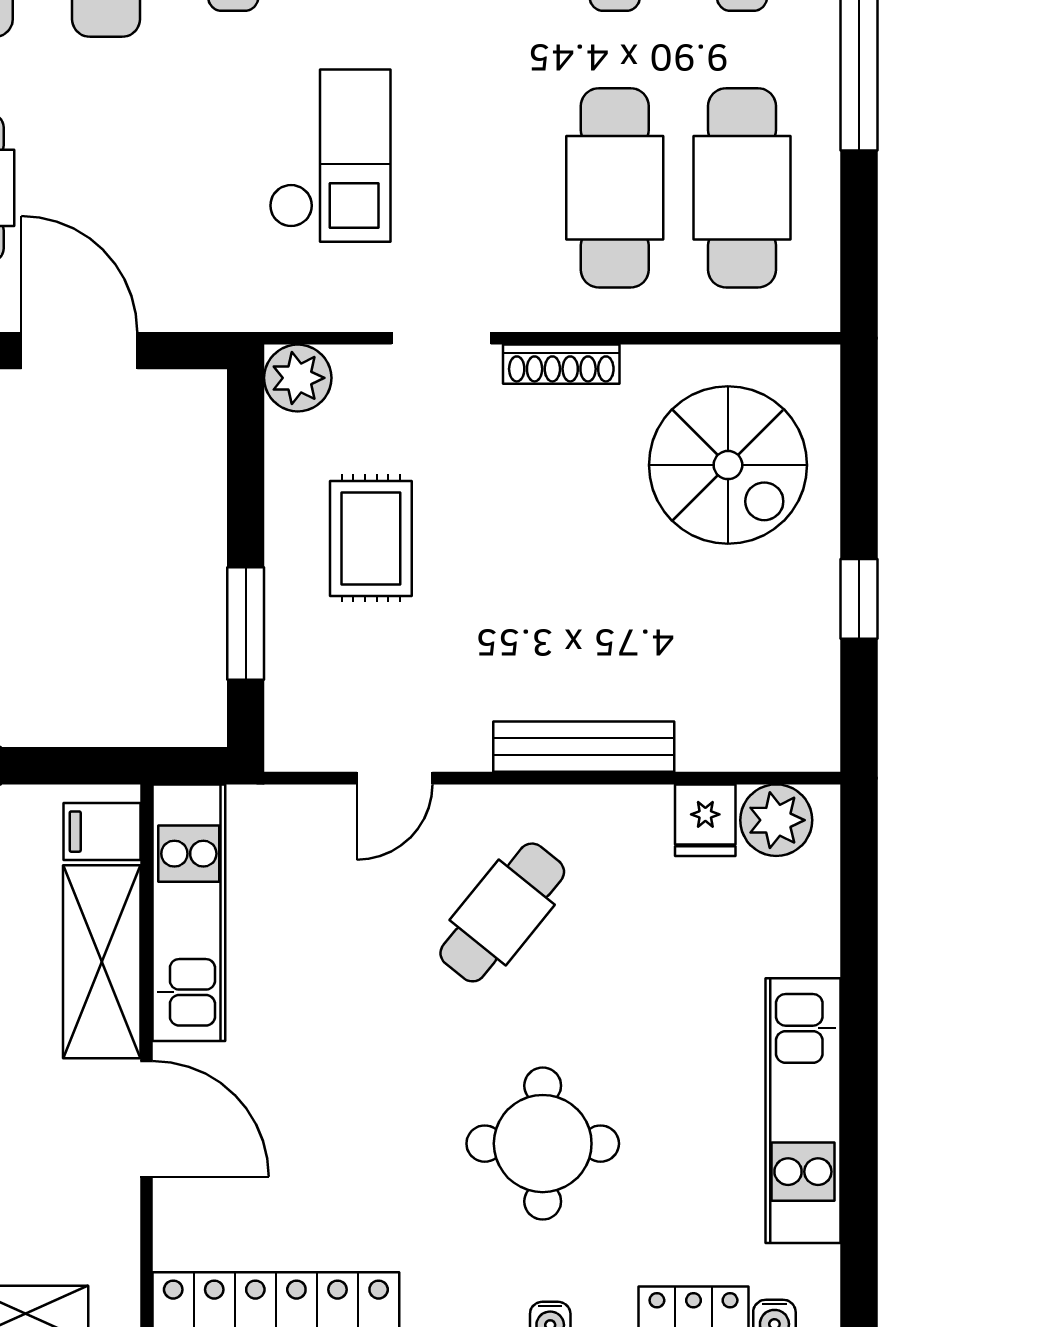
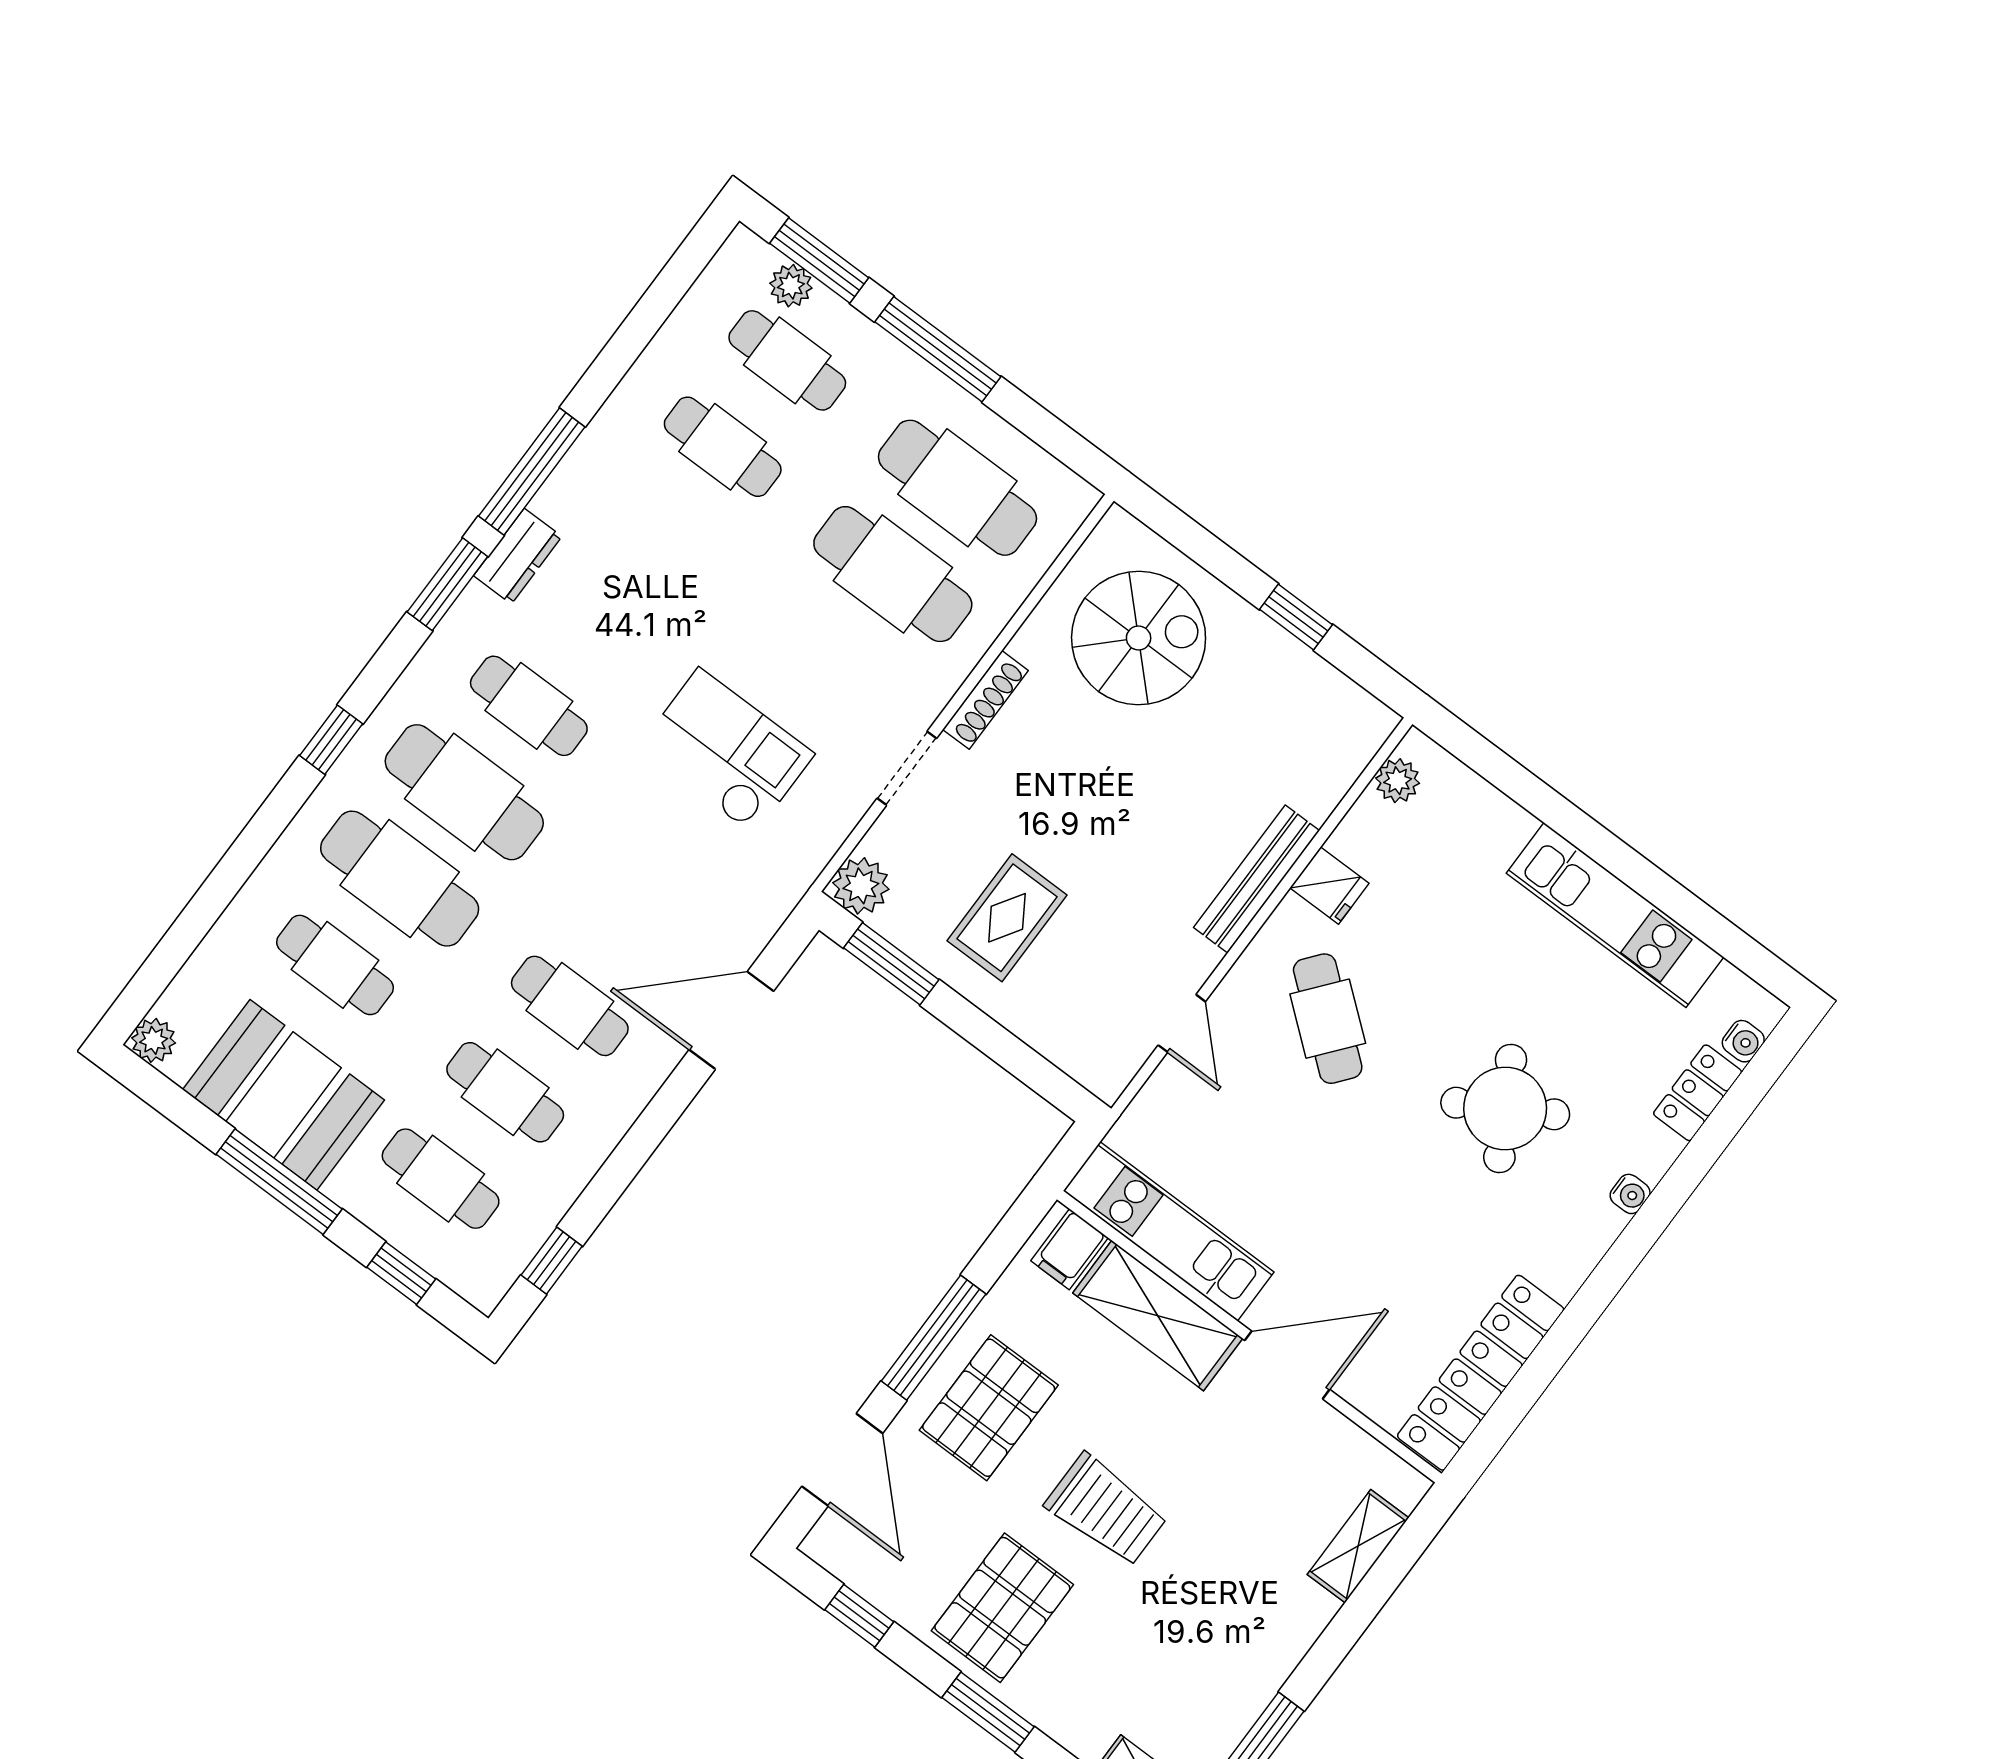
rug: (371, 538) -> (1007, 918), turned 90
window: (246, 624) -> (891, 964), moved
fridge: (705, 820) -> (1329, 886), moved
plant: (776, 820) -> (1398, 781), width x0.73, depth x0.73
round table: (543, 1144) -> (1505, 1108), turned -30

